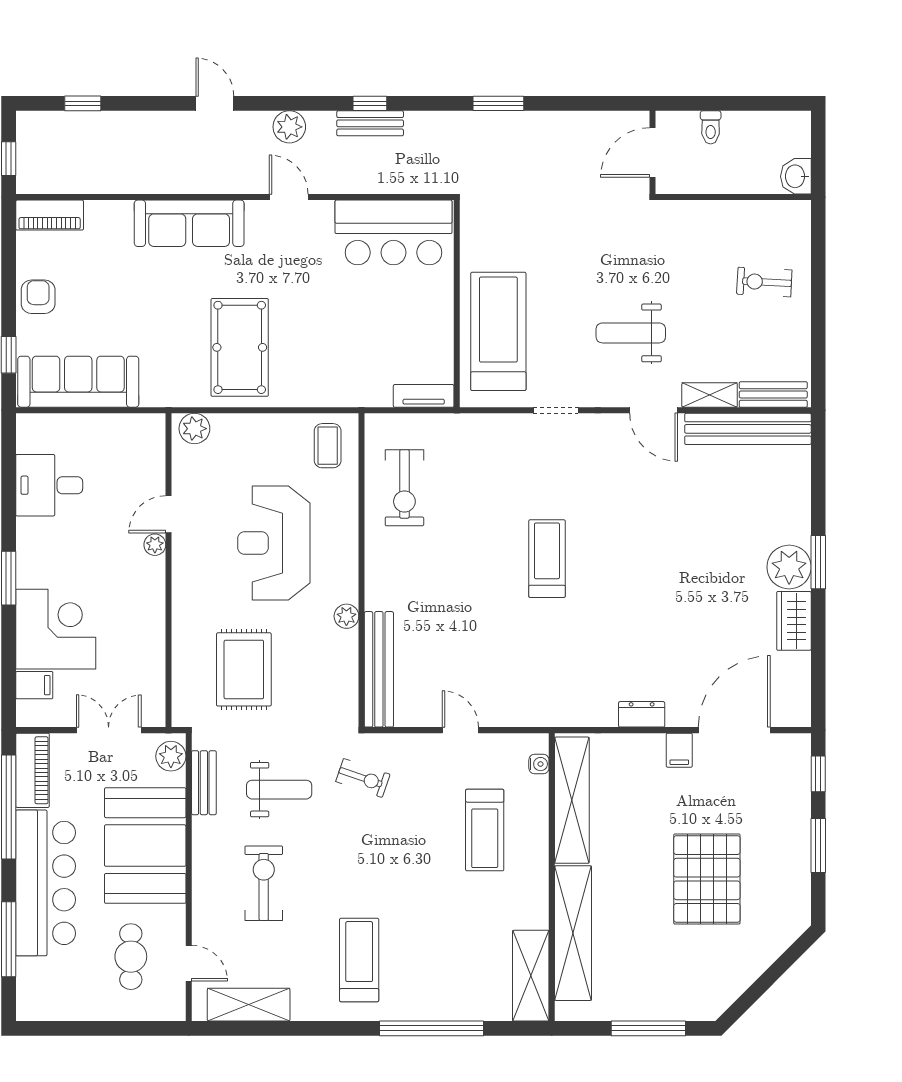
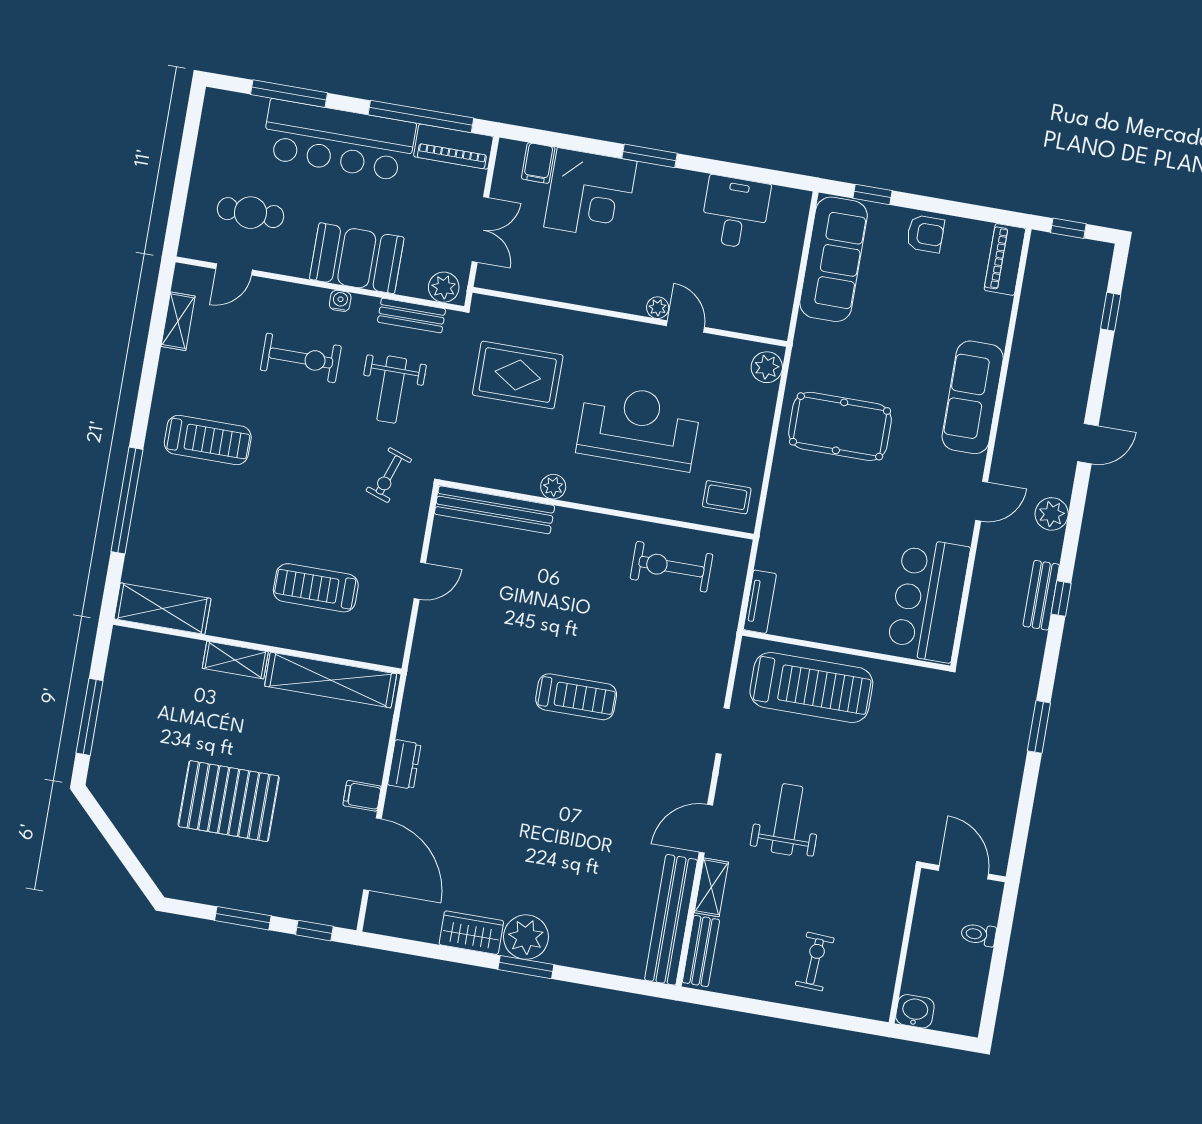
water cooler: (539, 764) -> (340, 301), moved, turned 180
booth: (145, 846) -> (357, 258), width x0.73, depth x0.70
shelving: (573, 933) -> (235, 660), width x0.45, depth x0.75
shelving: (249, 1005) -> (178, 321), width x0.67, depth x0.75

